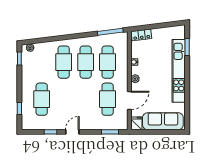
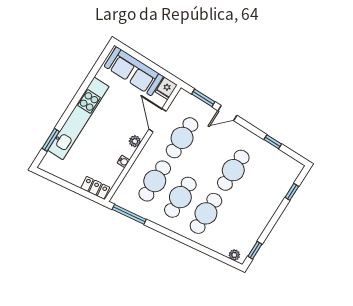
cafe table: (42, 99) -> (233, 170), moved
door: (129, 100) -> (158, 120), hinge flipped
door: (72, 132) -> (227, 113), moved

